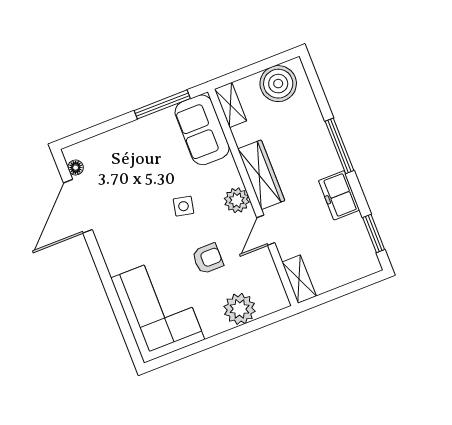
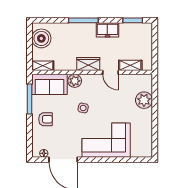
wardrobe: (261, 175) -> (88, 64), width x0.67
plant: (237, 200) -> (75, 81), moved
armchair: (208, 259) -> (45, 119), moved, turned 90
shelving: (299, 279) -> (130, 65), moved
corner sofa: (158, 309) -> (106, 140), moved

